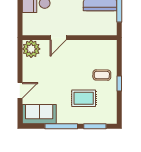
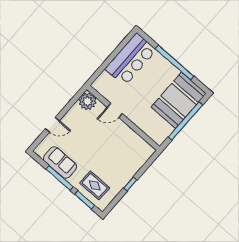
coffee table: (102, 75) -> (123, 166), removed
rug: (84, 98) -> (95, 185), moved
sofa: (39, 114) -> (60, 162), moved

